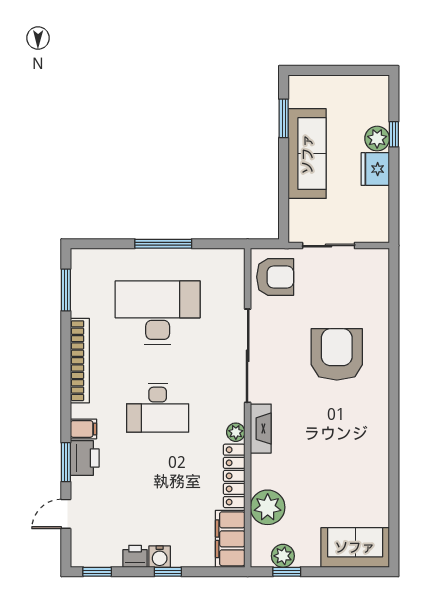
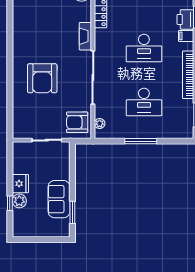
sofa: (307, 154) -> (59, 199), width x0.73
desk: (158, 313) -> (144, 102), width x0.73, depth x0.77
desk: (158, 408) -> (144, 48), turned 180
plant: (236, 432) -> (100, 124), moved

